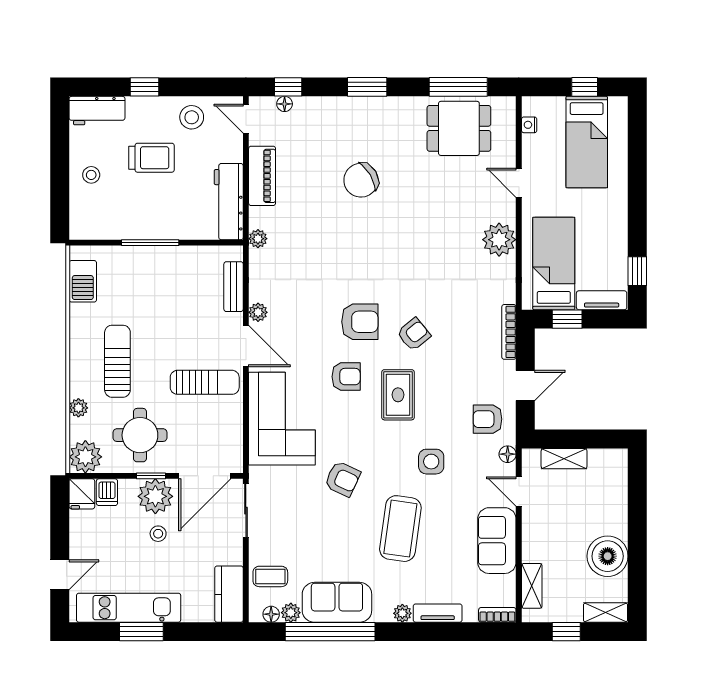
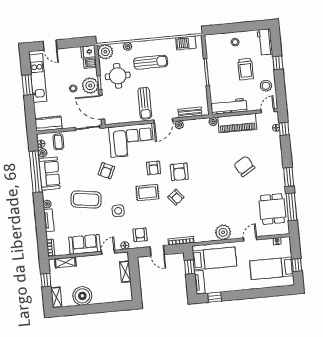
window: (367, 87) -> (289, 177), moved
piano: (262, 176) -> (237, 123), width x1.37, depth x1.33

